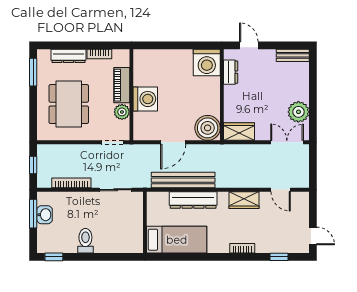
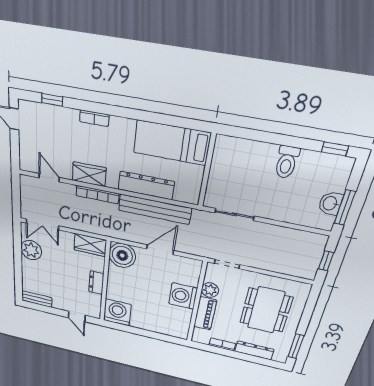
dresser: (231, 72) -> (96, 283), moved
bookcase: (71, 183) -> (97, 195), moved

